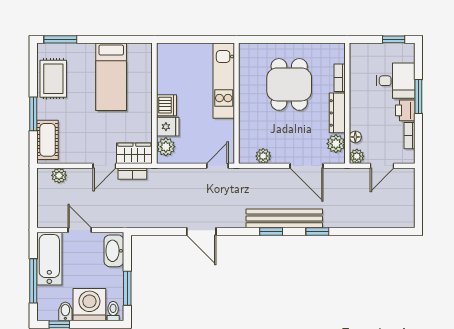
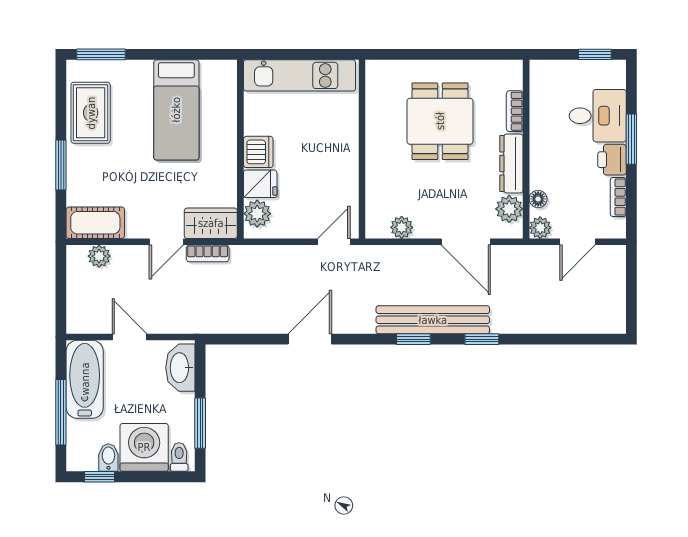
kitchen unit: (224, 81) -> (299, 75), moved, turned -90
cot: (48, 140) -> (95, 223), moved, turned 90
door: (201, 231) -> (310, 339), swing flipped

